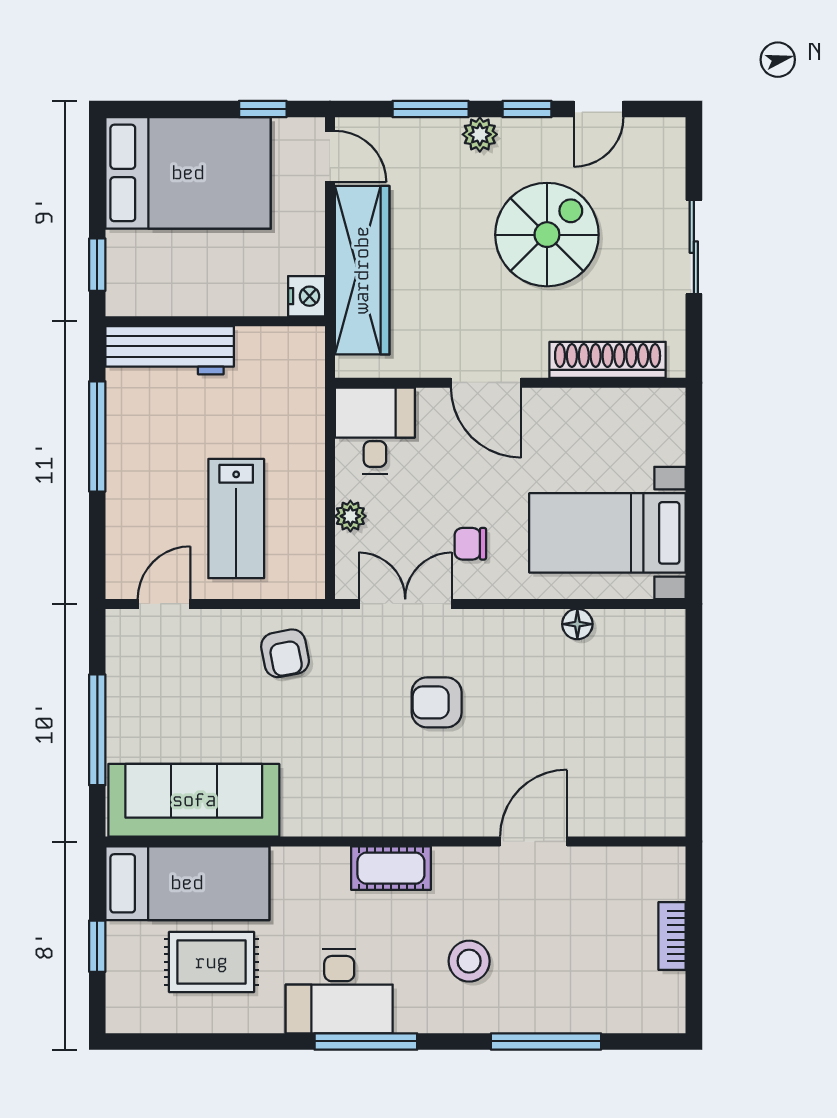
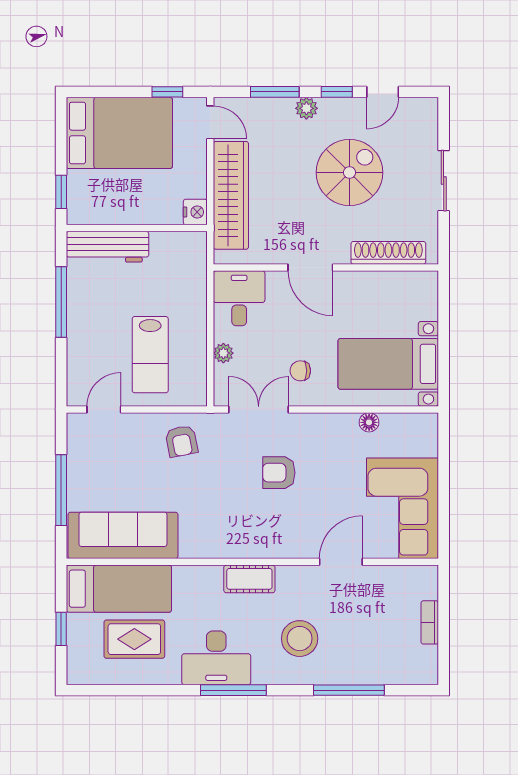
corner sofa: (630, 758) -> (403, 508), added
stool: (469, 961) -> (300, 639), width x1.38, depth x1.38

